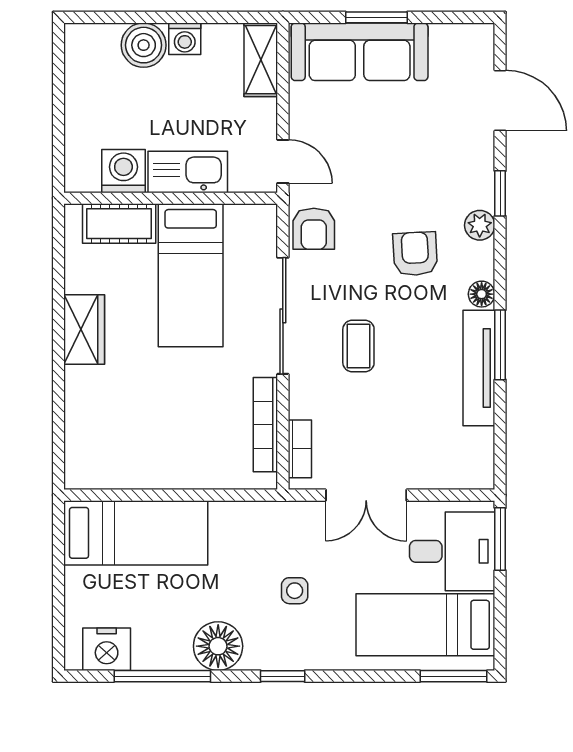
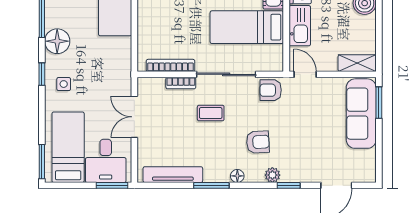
window: (376, 17) -> (379, 103), moved
washing machine: (185, 39) -> (368, 24), removed
door: (283, 161) -> (305, 74), swing flipped
tv unit: (479, 368) -> (173, 175), moved
bookcase: (300, 449) -> (181, 83), moved
side table: (295, 591) -> (64, 84), moved

